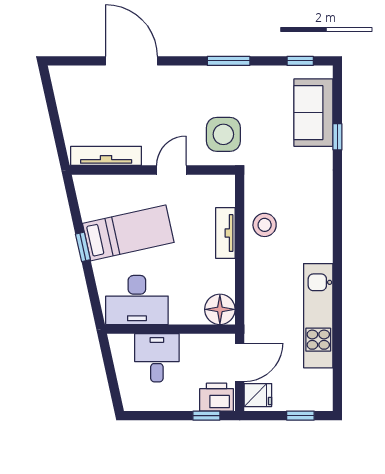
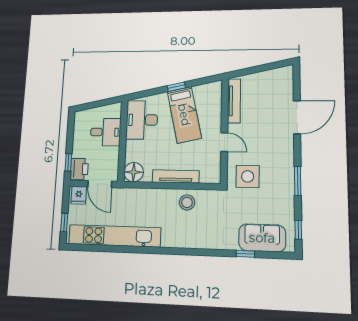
tv unit: (225, 233) -> (176, 176), width x1.41
kitchen unit: (318, 316) -> (114, 236), width x1.36

